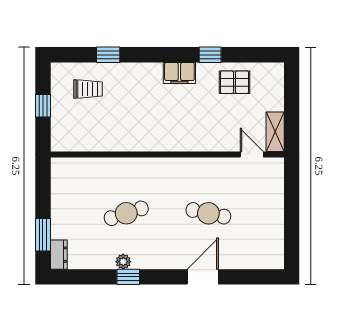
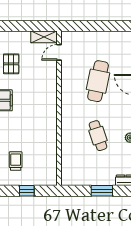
cafe table: (208, 213) -> (98, 81), width x1.37, depth x1.35
window: (43, 235) -> (102, 191), moved

